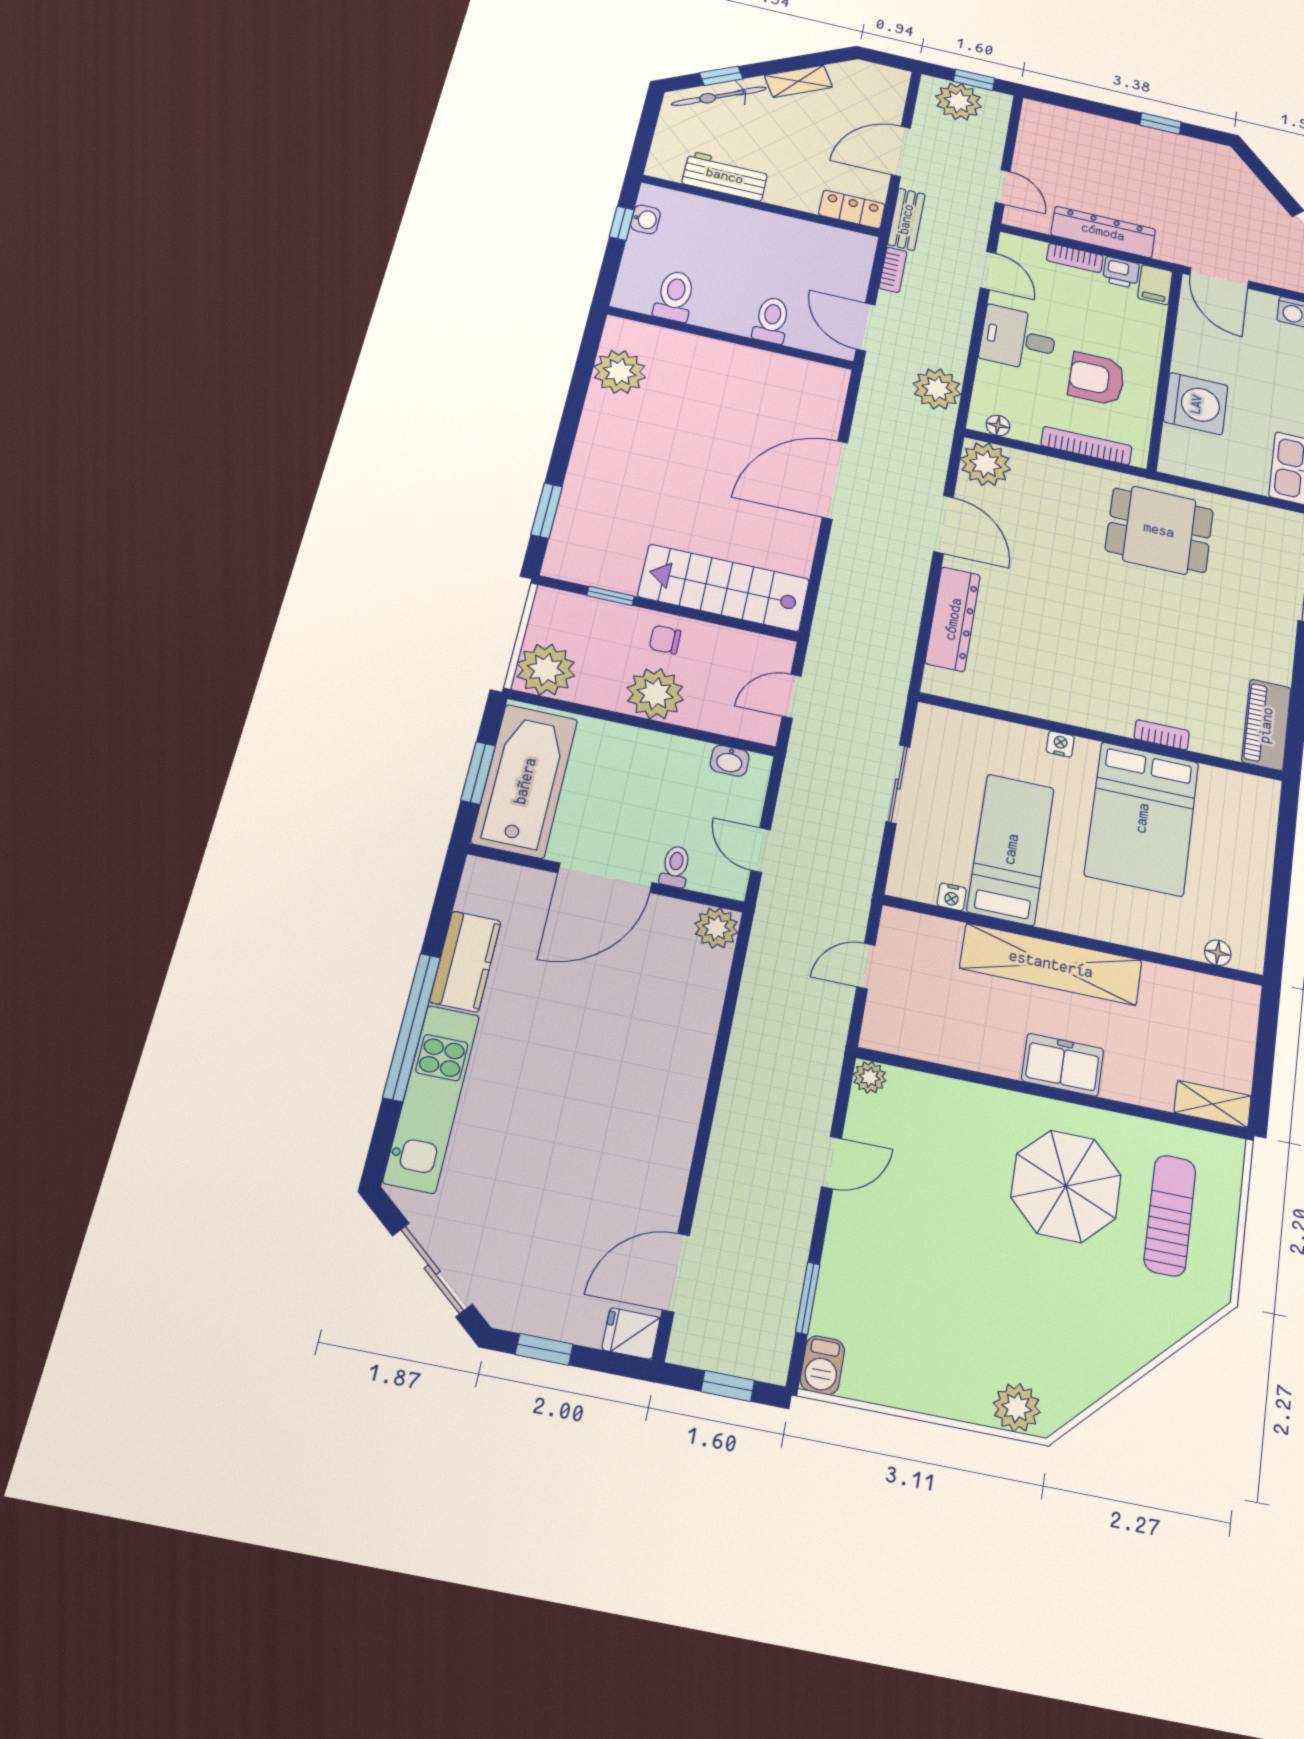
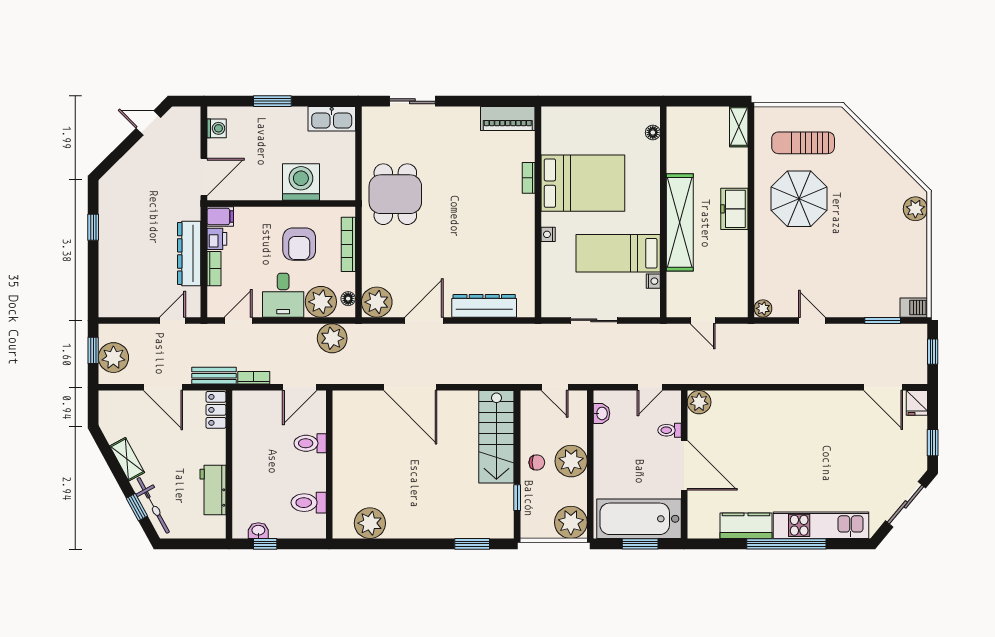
plant: (999, 387) -> (321, 302), added
chair: (665, 640) -> (537, 462), turned -90

